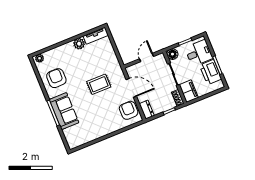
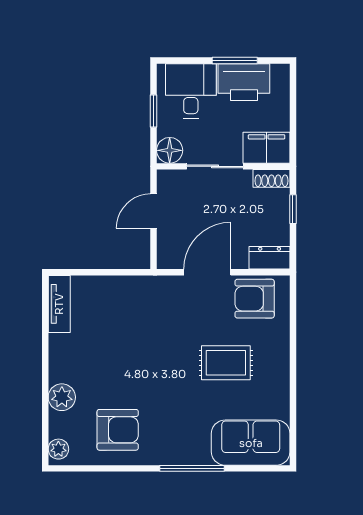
plant: (79, 44) -> (62, 397), moved
door: (146, 58) -> (154, 211), hinge flipped
armchair: (56, 78) -> (118, 430), turned 180
rug: (99, 84) -> (226, 363), moved, turned 90
sofa: (64, 111) -> (251, 443), moved

